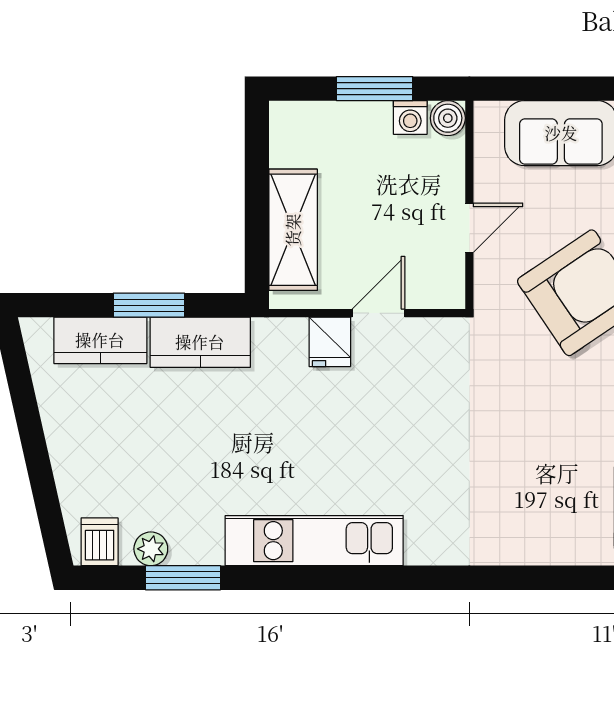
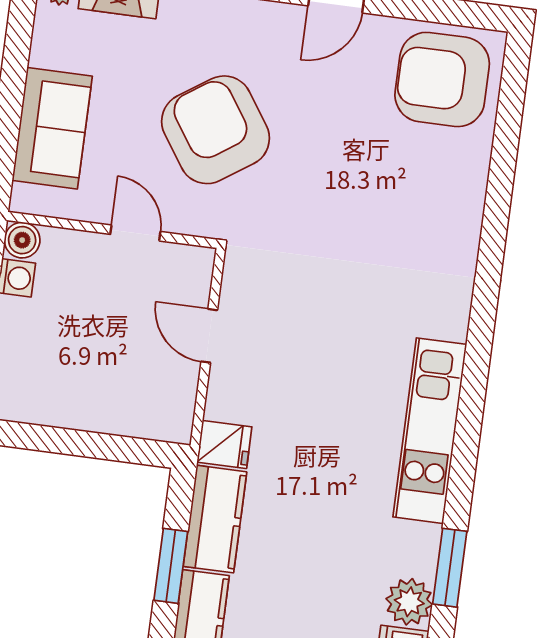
shelving: (293, 230) -> (114, 411), removed
fridge: (330, 342) -> (224, 444), moved
plant: (151, 549) -> (409, 602), width x1.38, depth x1.38

